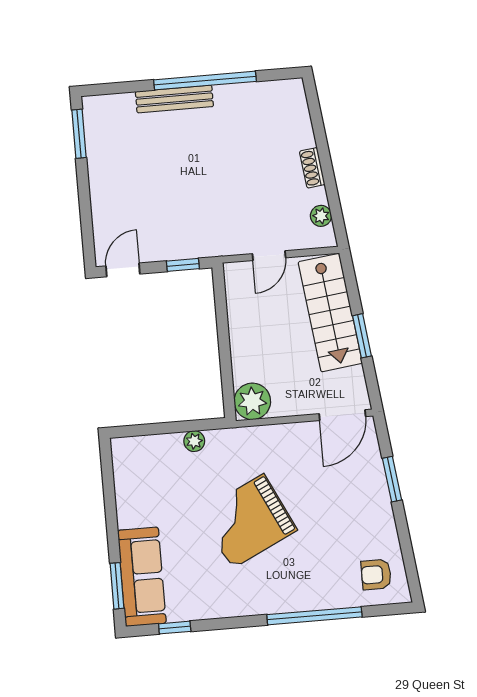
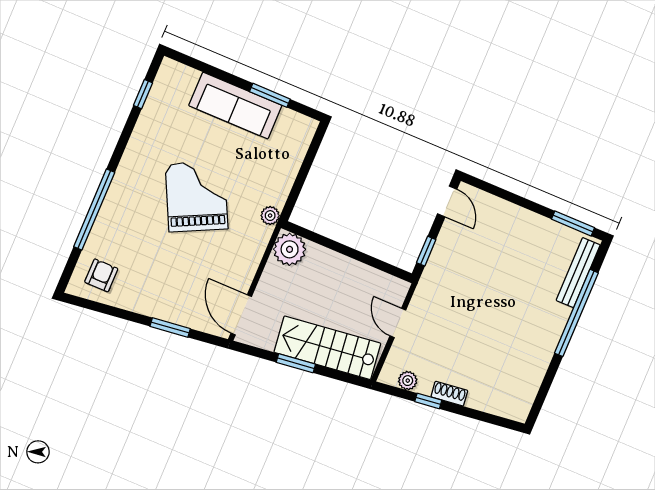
window: (205, 81) -> (576, 313), moved
bench: (174, 99) -> (578, 273), moved
window: (330, 185) -> (428, 401), added
plant: (194, 441) -> (270, 216), moved
sofa: (142, 577) -> (235, 106), moved
window: (117, 586) -> (270, 95), moved

